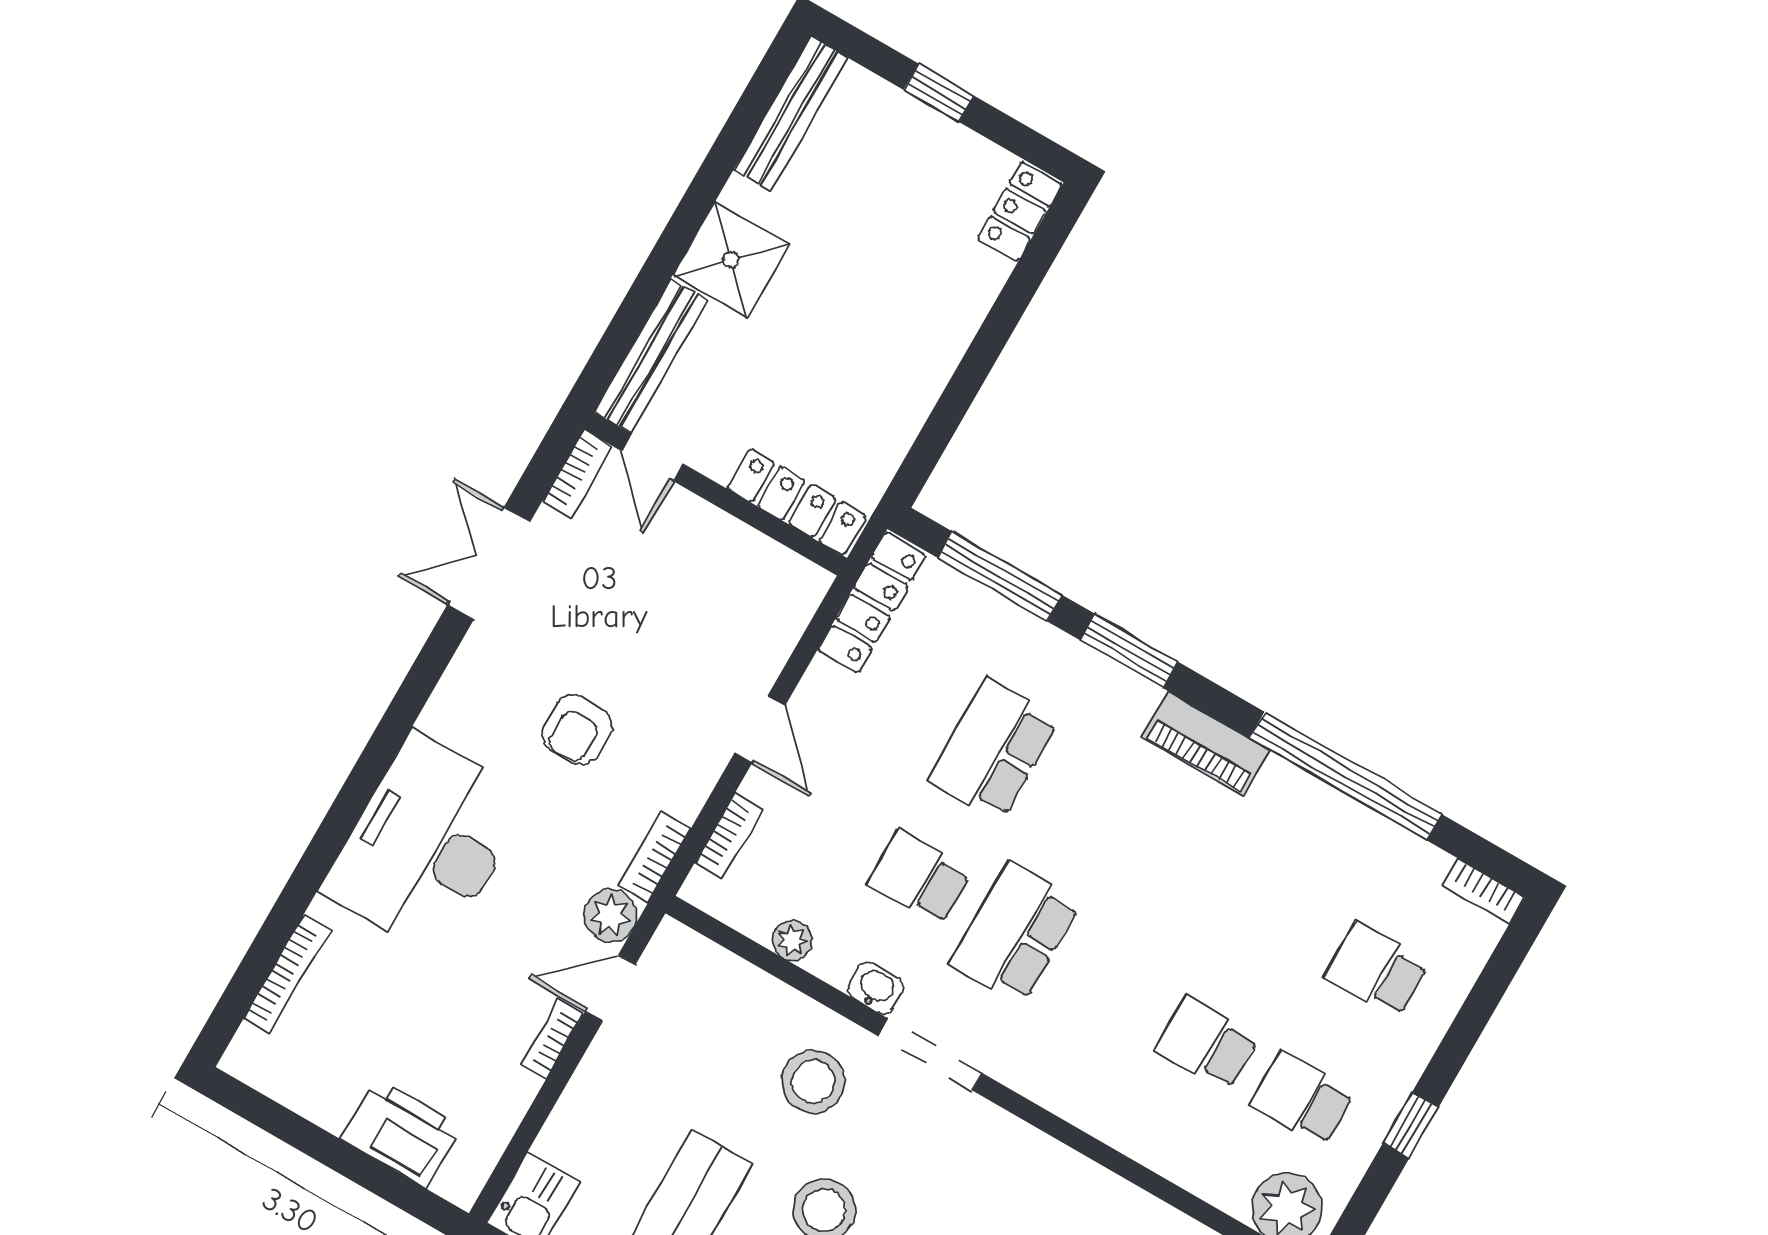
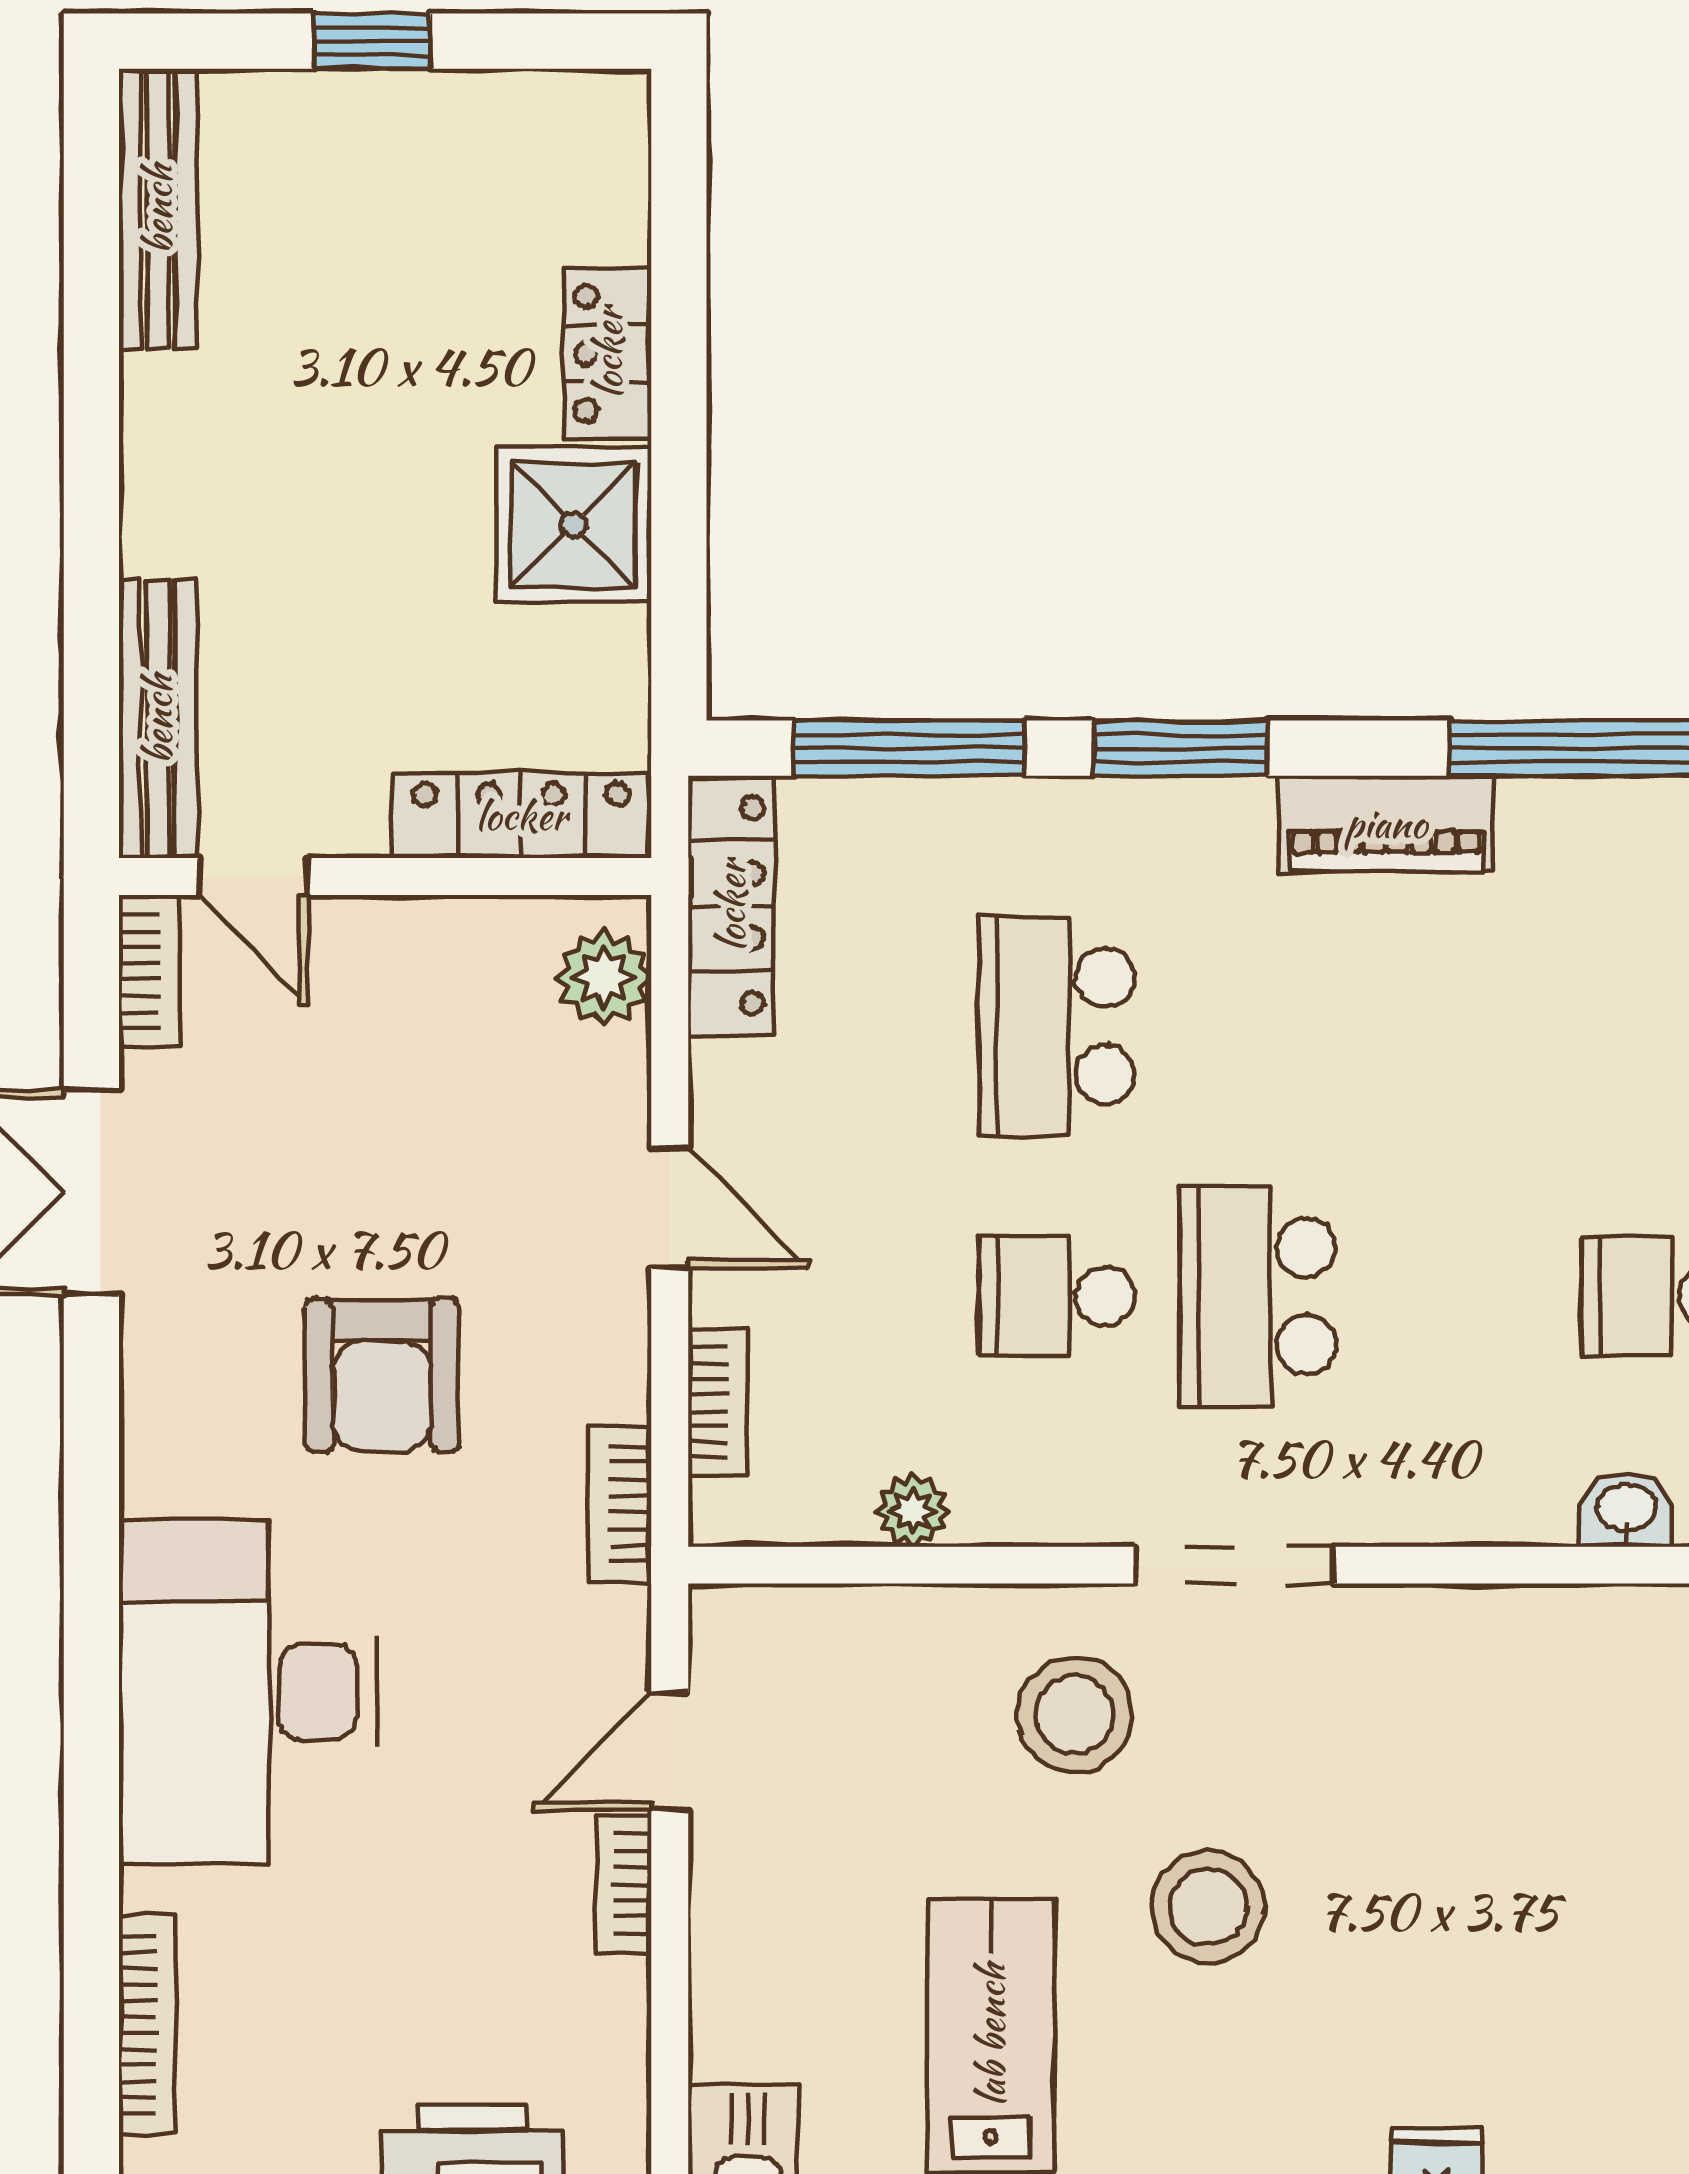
locker: (1020, 211) -> (608, 353), moved
shower: (731, 260) -> (573, 524), moved
armchair: (577, 730) -> (382, 1375), width x1.38, depth x1.38
plant: (610, 916) -> (604, 977), moved
washbasin: (876, 988) -> (1626, 1510), moved

